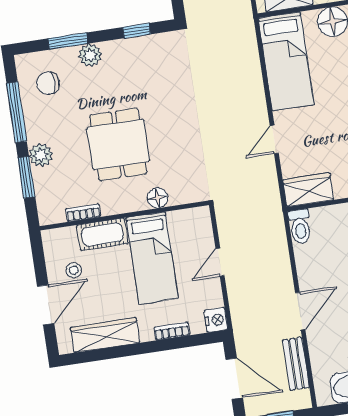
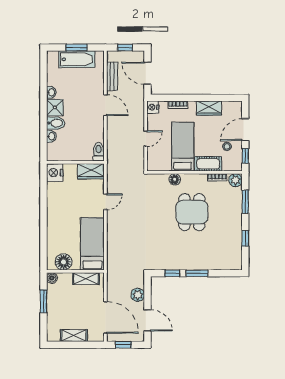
window: (68, 41) -> (197, 273), moved
plant: (90, 55) -> (200, 264), removed
chair: (48, 83) -> (226, 252), removed
window: (17, 112) -> (245, 238), width x0.46
plant: (41, 155) -> (236, 180), moved
window: (39, 258) -> (245, 156), added
door: (300, 311) -> (105, 105), swing flipped
wardrobe: (105, 335) -> (209, 108), width x0.67

